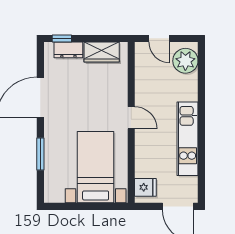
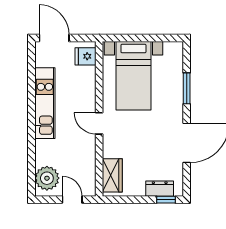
wardrobe: (102, 52) -> (112, 175), moved, turned 90

